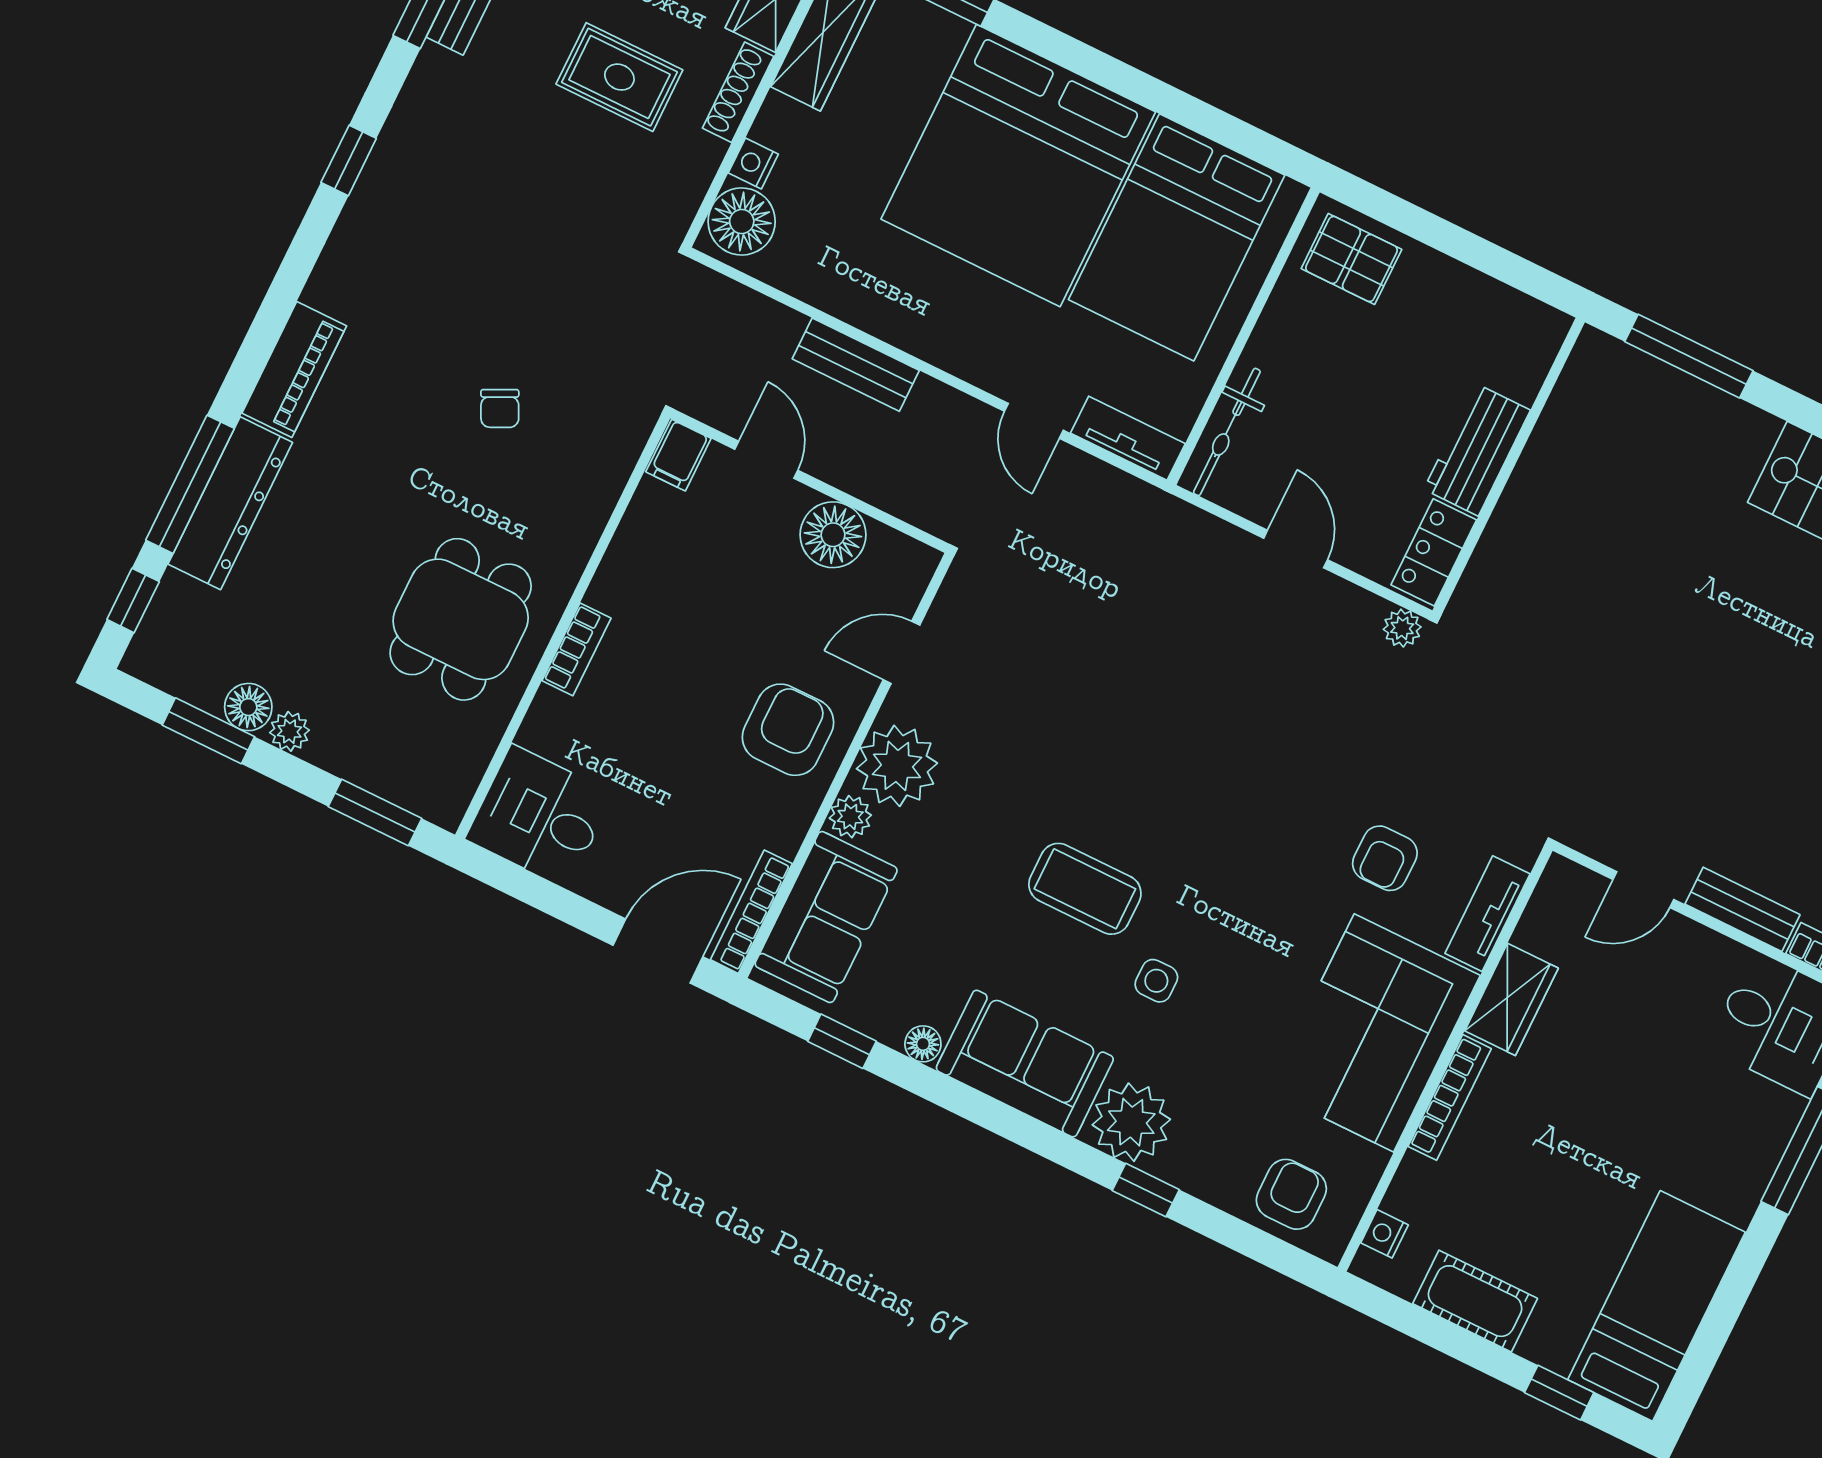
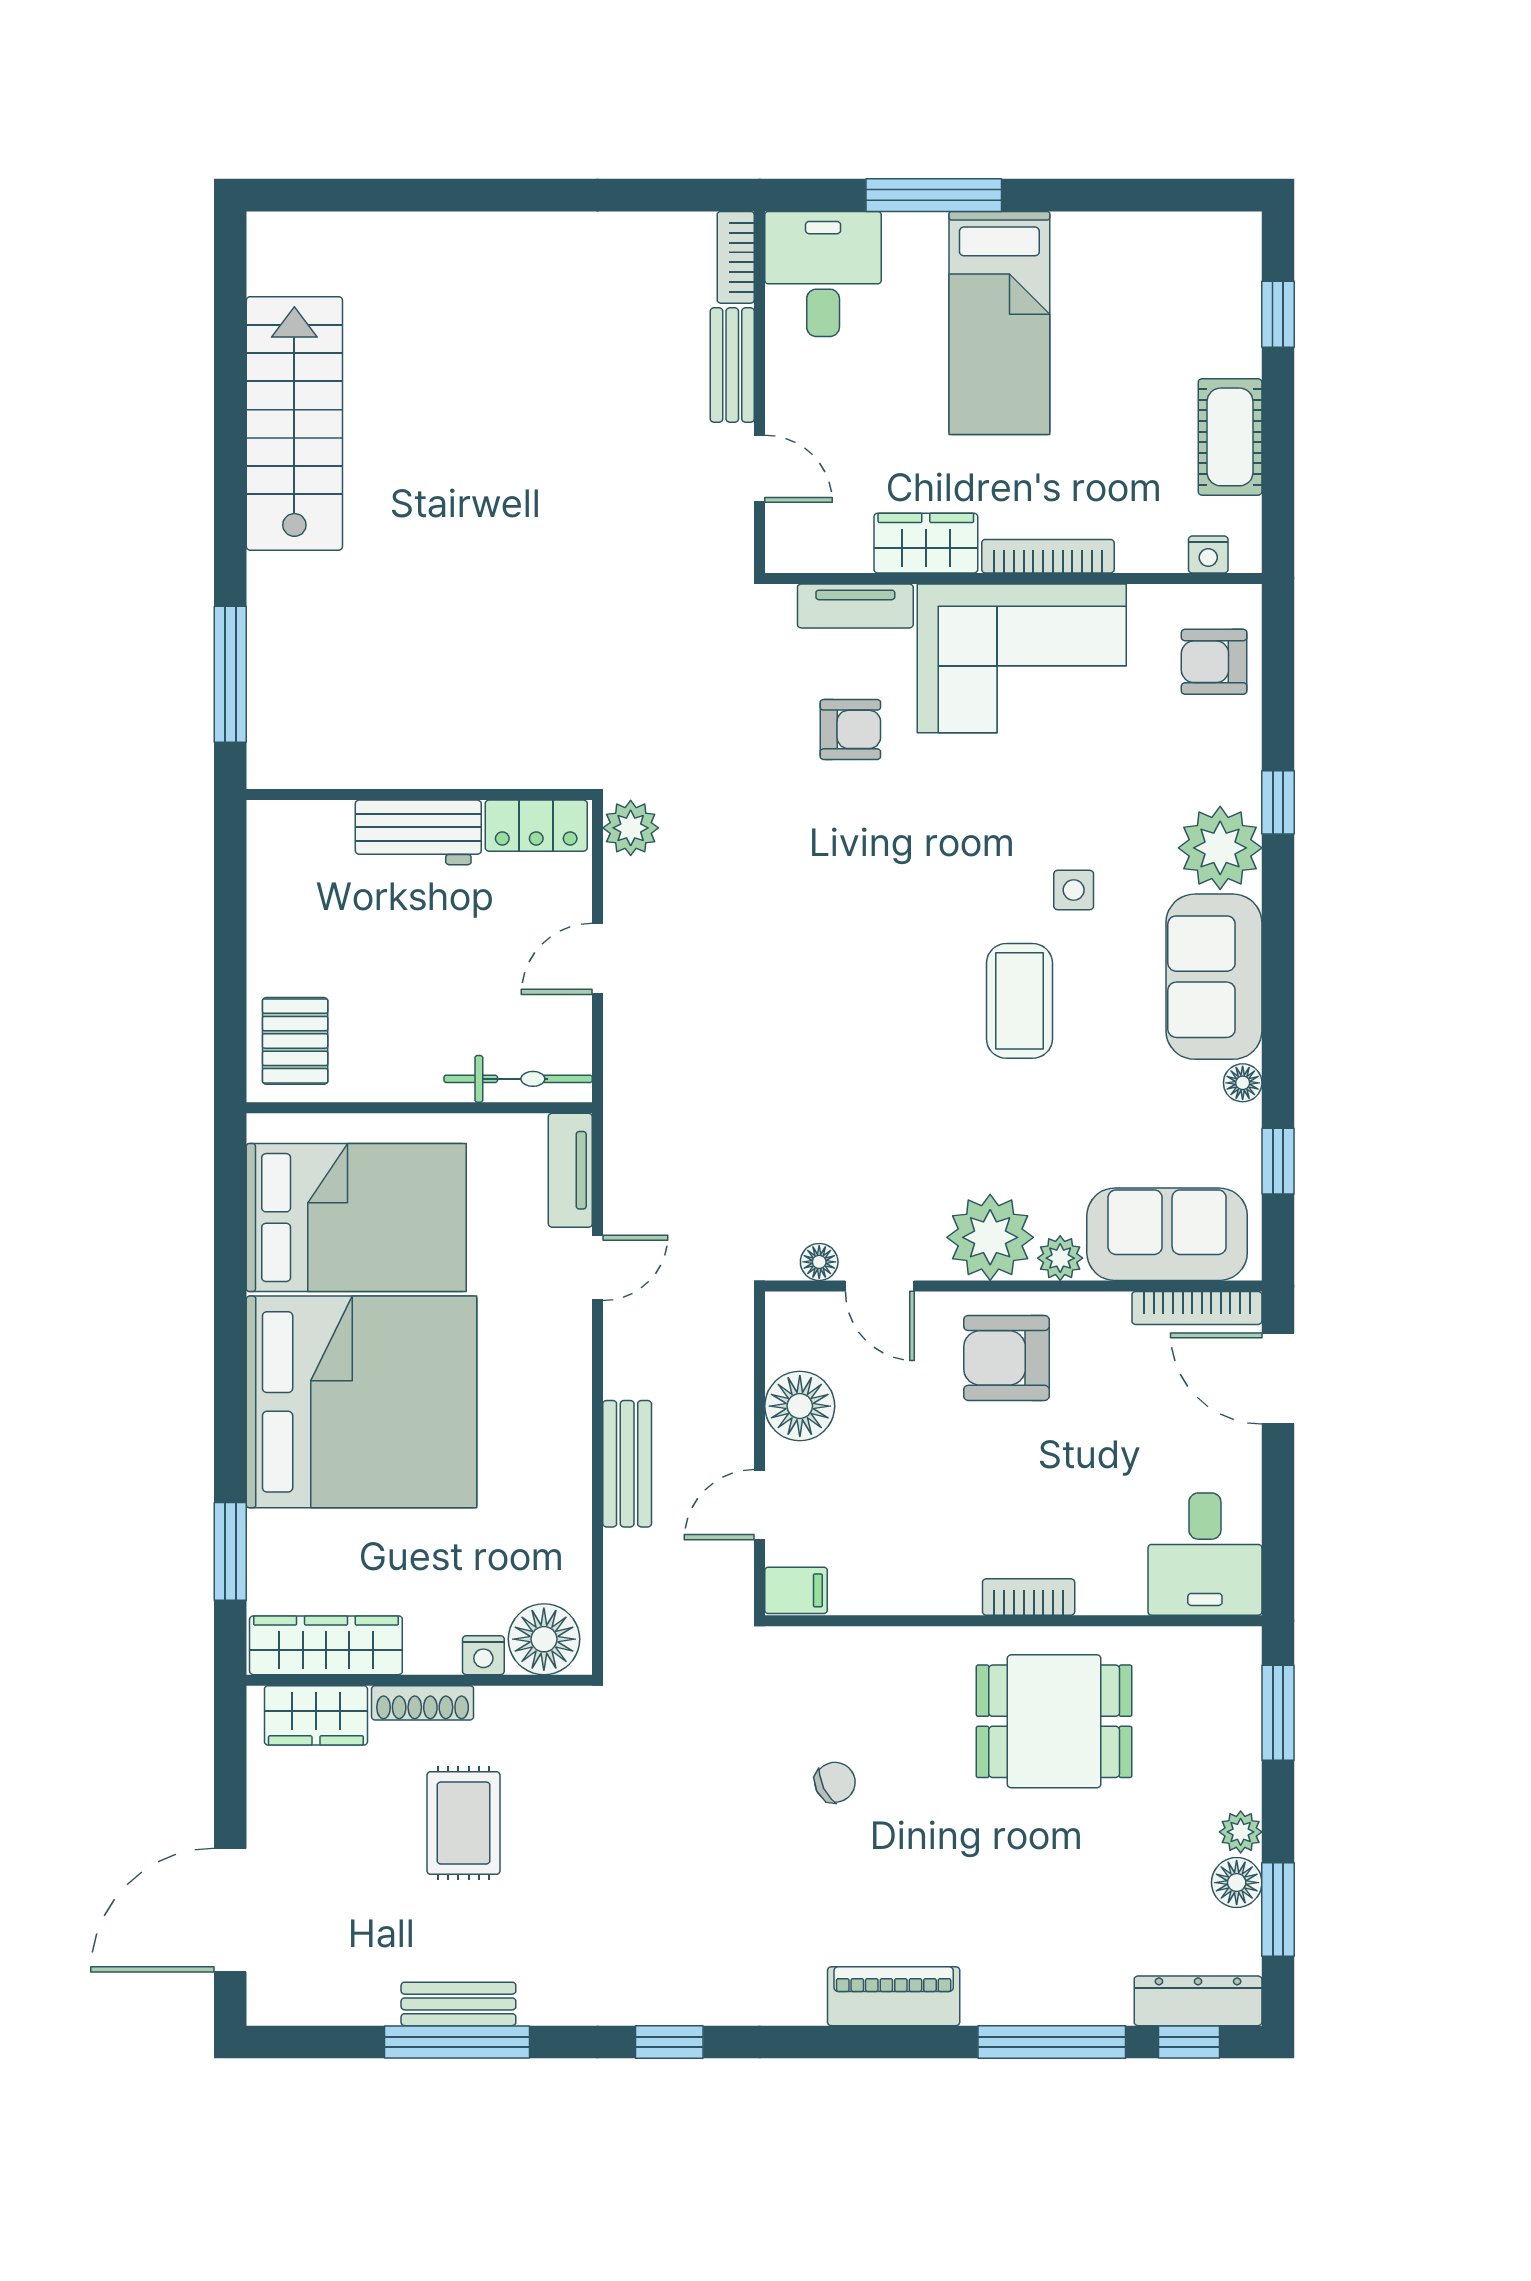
dresser: (230, 503) -> (1198, 2001), moved, width x0.73, depth x0.80
floor lamp: (947, 611) -> (819, 1262), added
plant: (1402, 628) -> (631, 828), width x1.38, depth x1.38
bed: (1656, 1306) -> (999, 323), moved, turned -90

